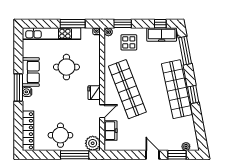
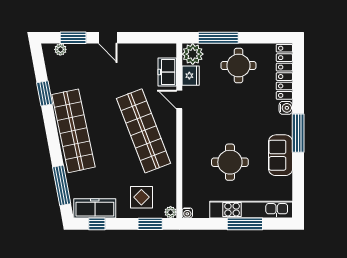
window: (73, 24) -> (245, 224), moved
water cooler: (27, 92) -> (286, 108), moved
fridge: (94, 93) -> (191, 76), moved
window: (193, 94) -> (45, 93), moved
door: (102, 111) -> (179, 99), hinge flipped

